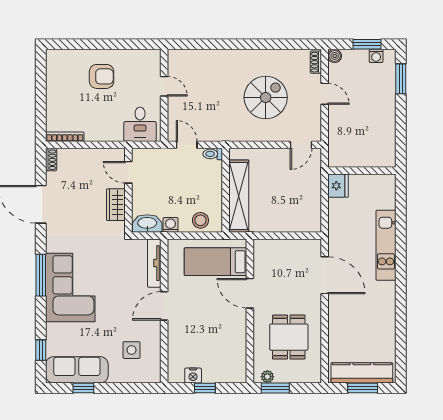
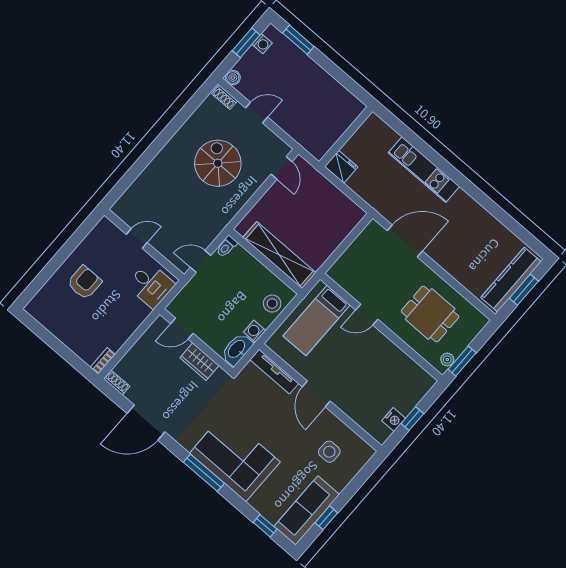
bookcase: (65, 137) -> (103, 361), width x0.64
door: (250, 293) -> (367, 315), width x0.73

